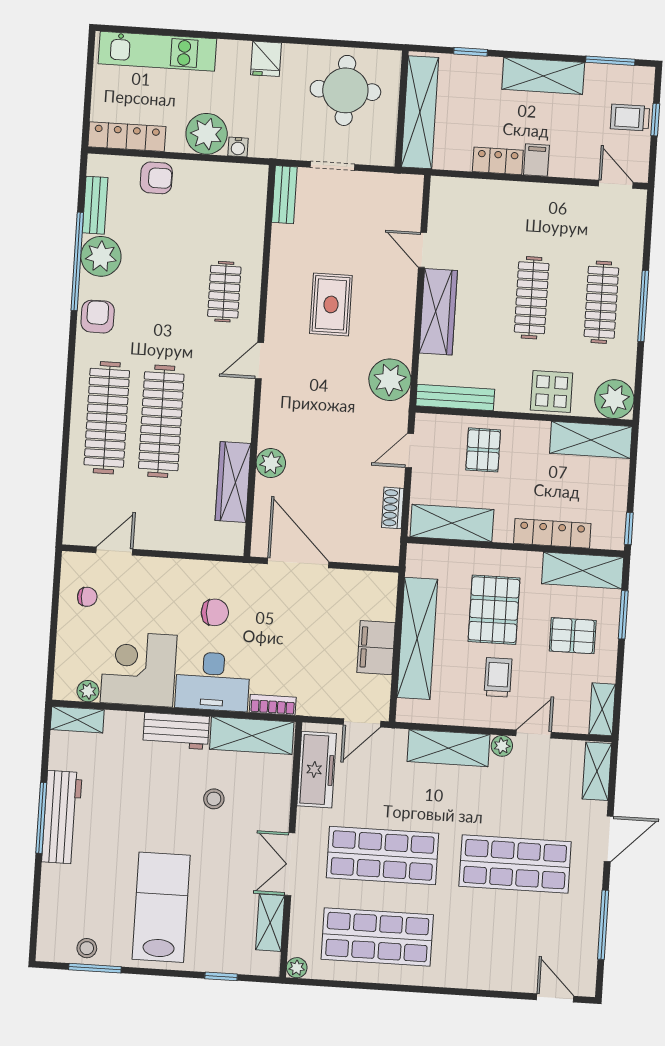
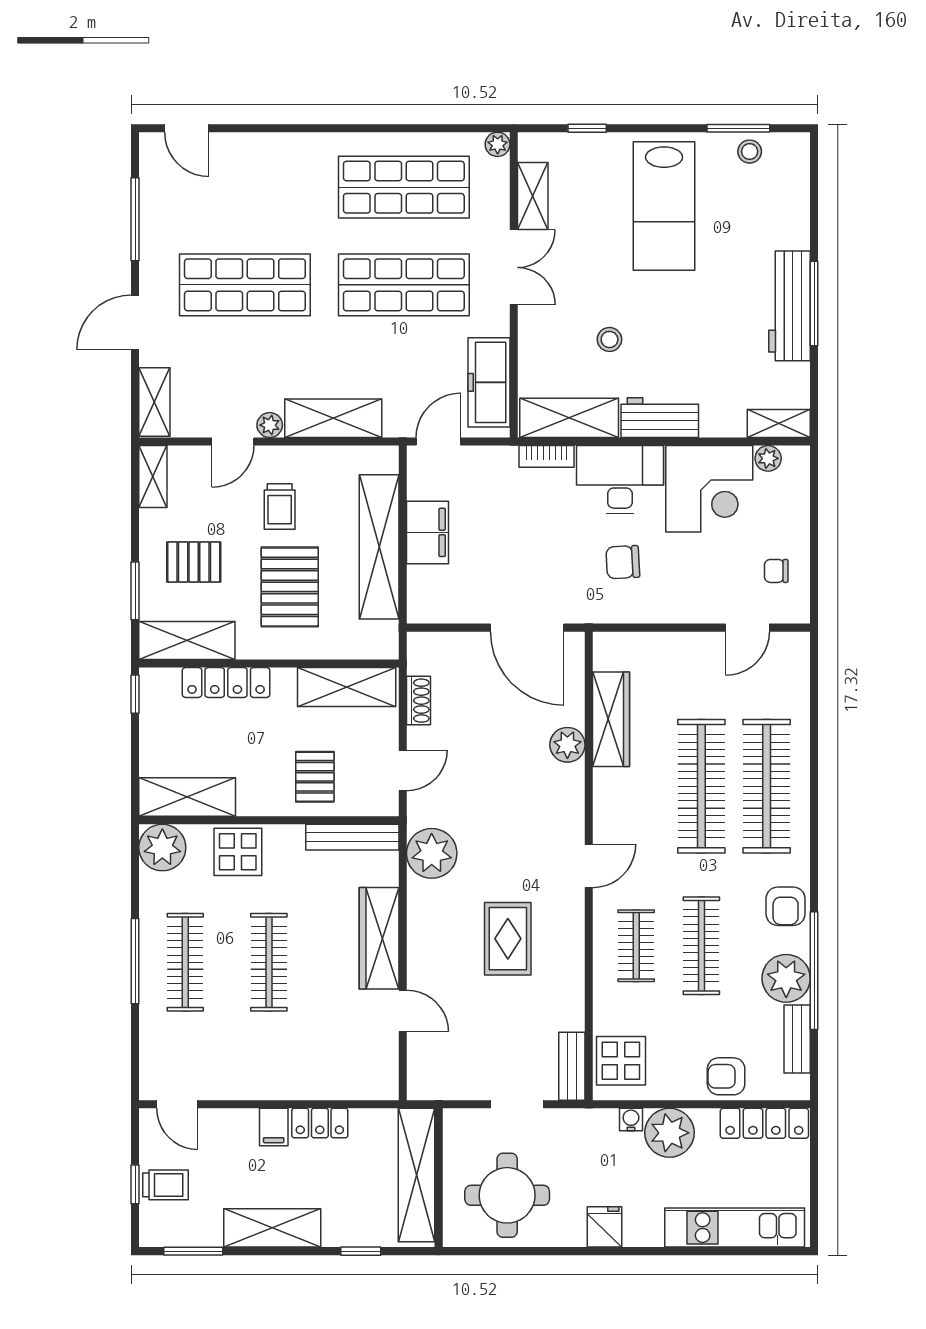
display table: (243, 197) -> (621, 1061), added
clothes rail: (170, 288) -> (701, 946), added

